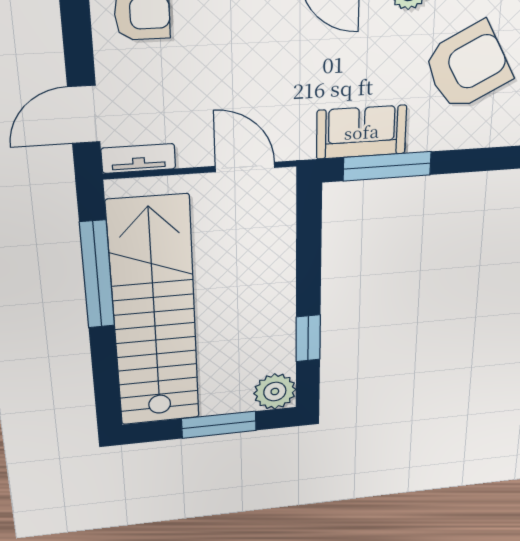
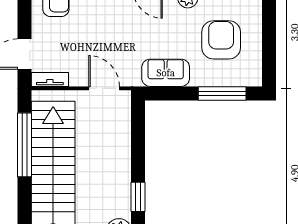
armchair: (468, 67) -> (221, 40), turned -62
window: (387, 166) -> (222, 93), moved

